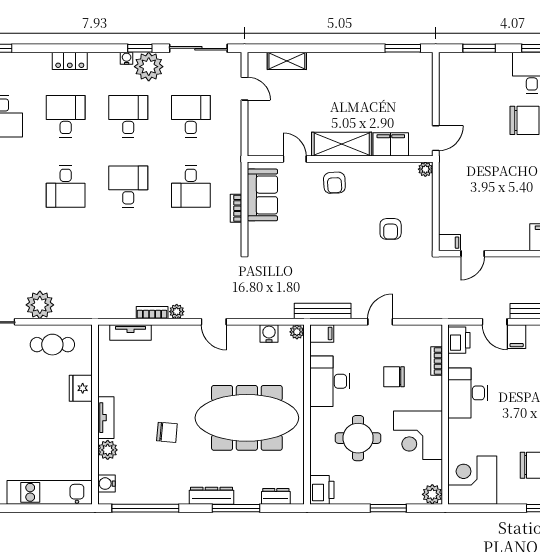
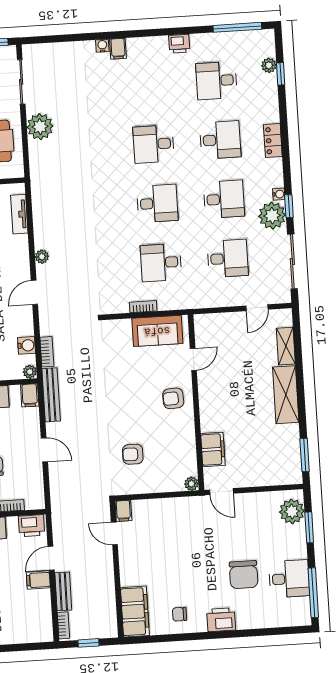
plant: (461, 65) -> (292, 511), added
shelving: (342, 144) -> (286, 395), moved
bookcase: (152, 313) -> (47, 352), moved

